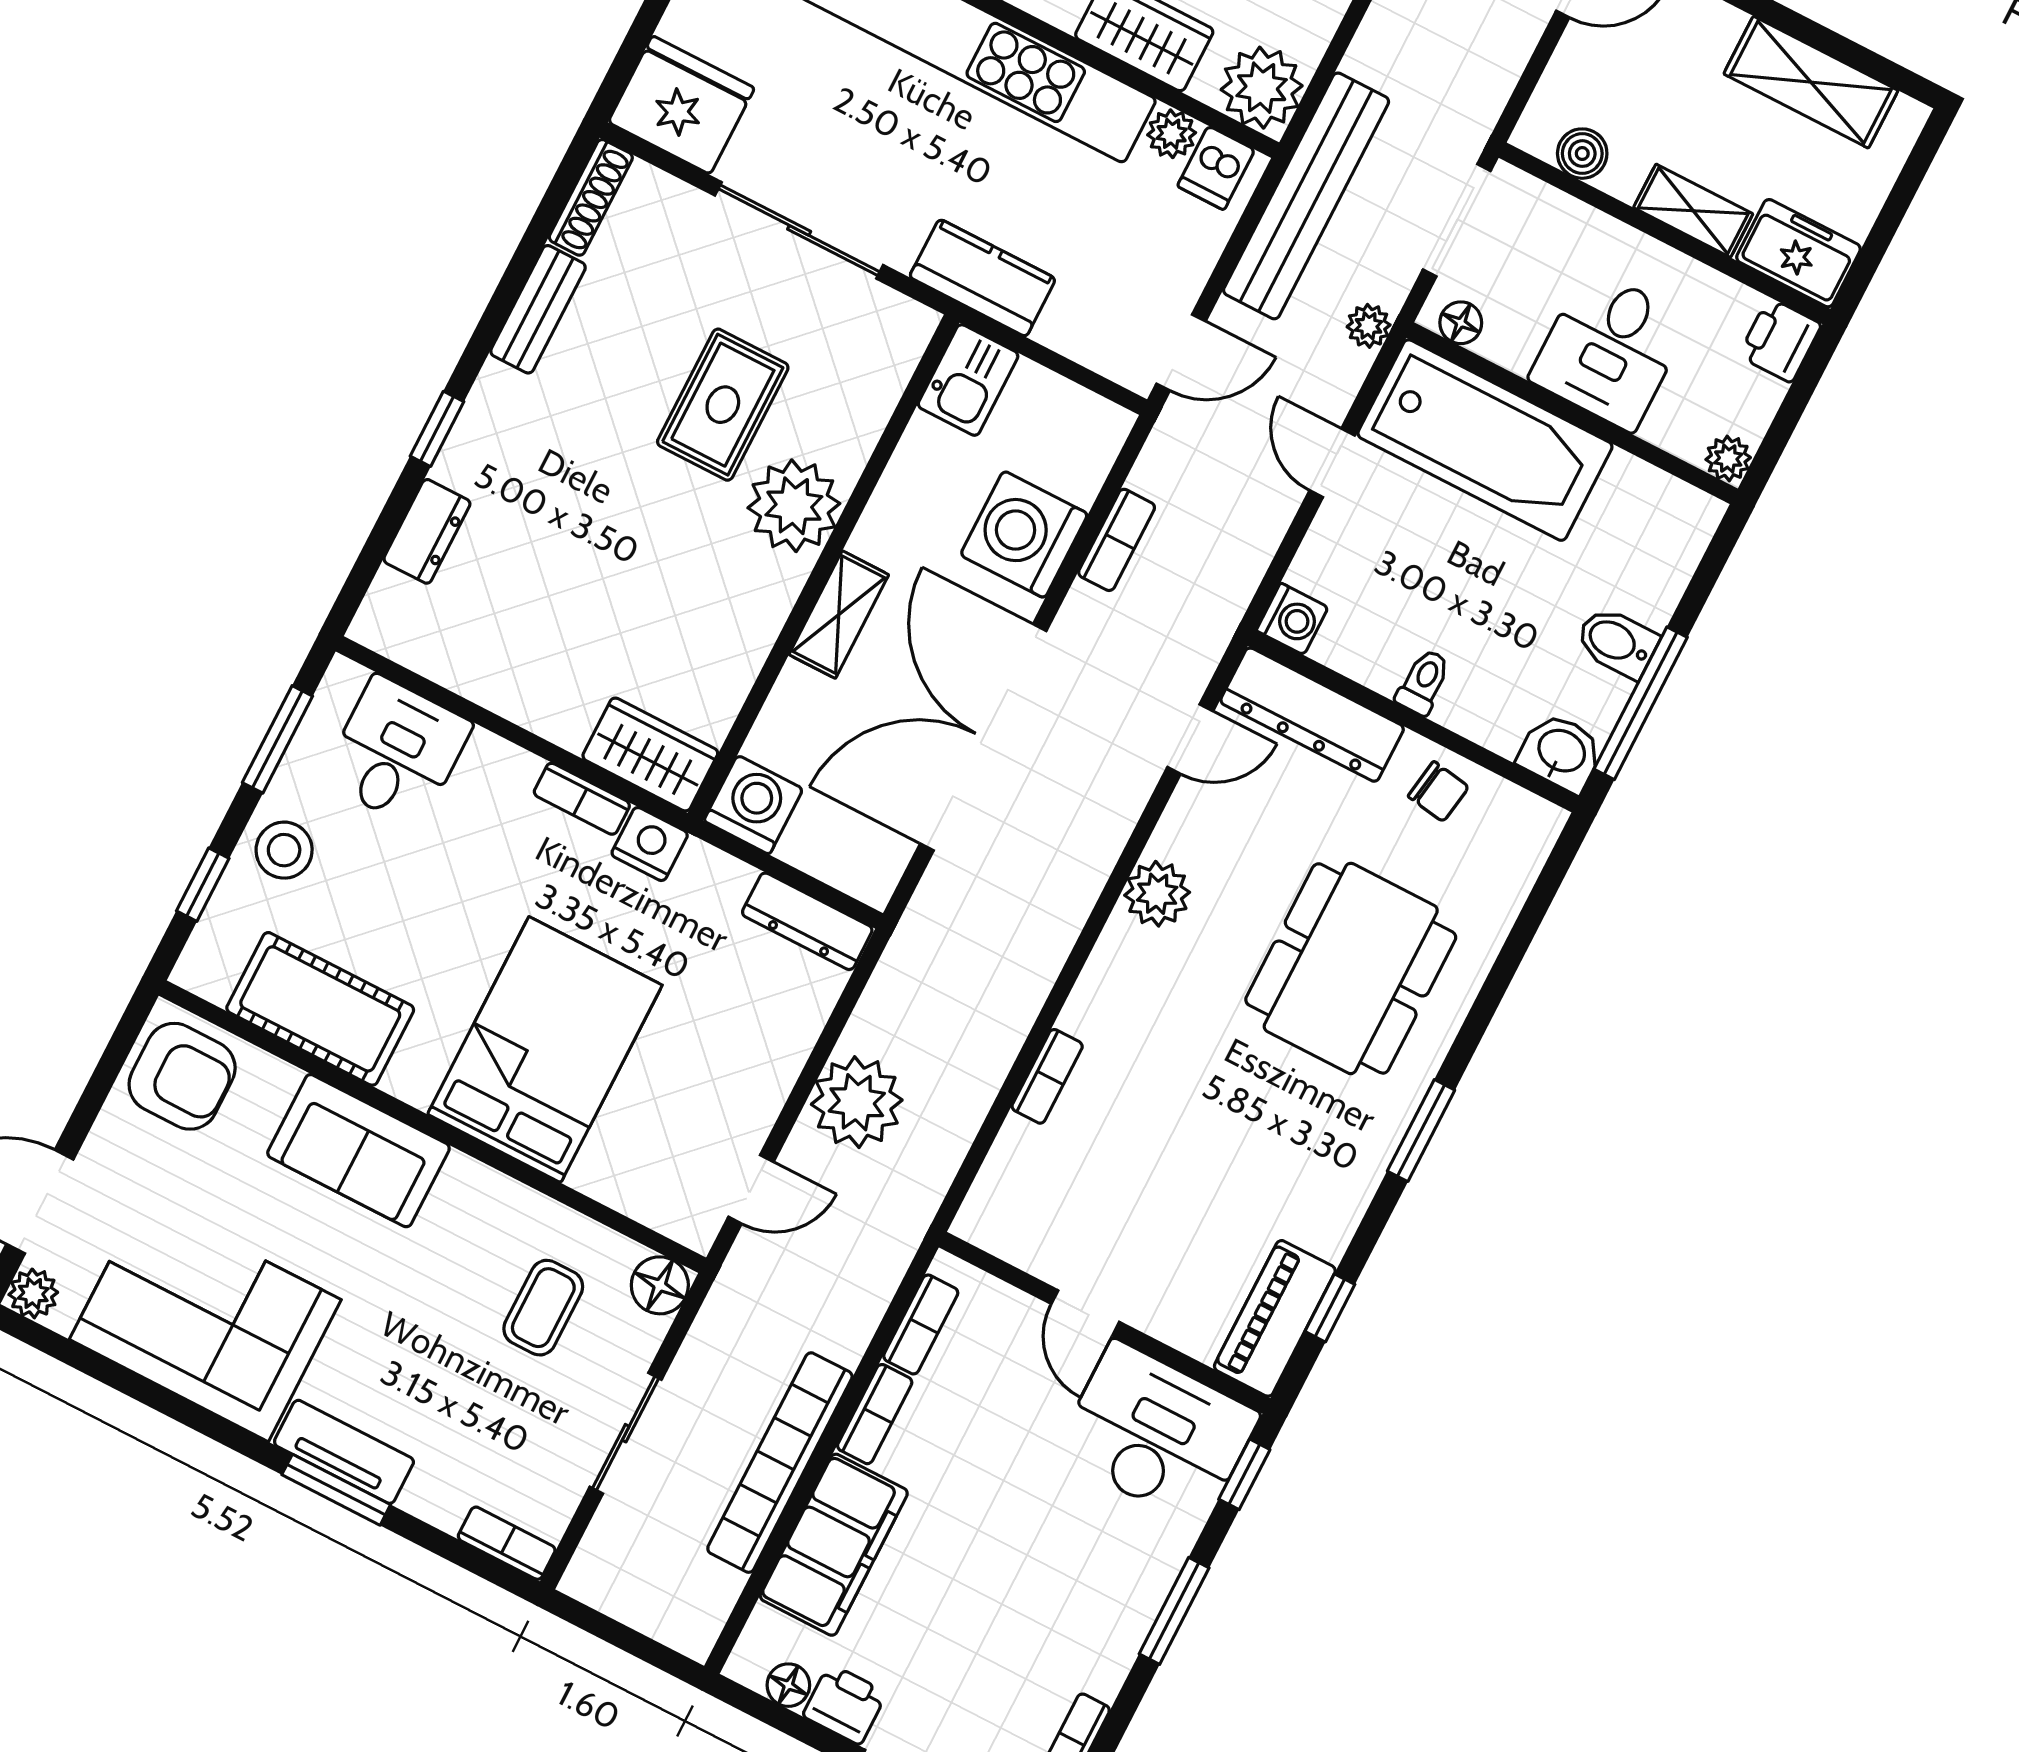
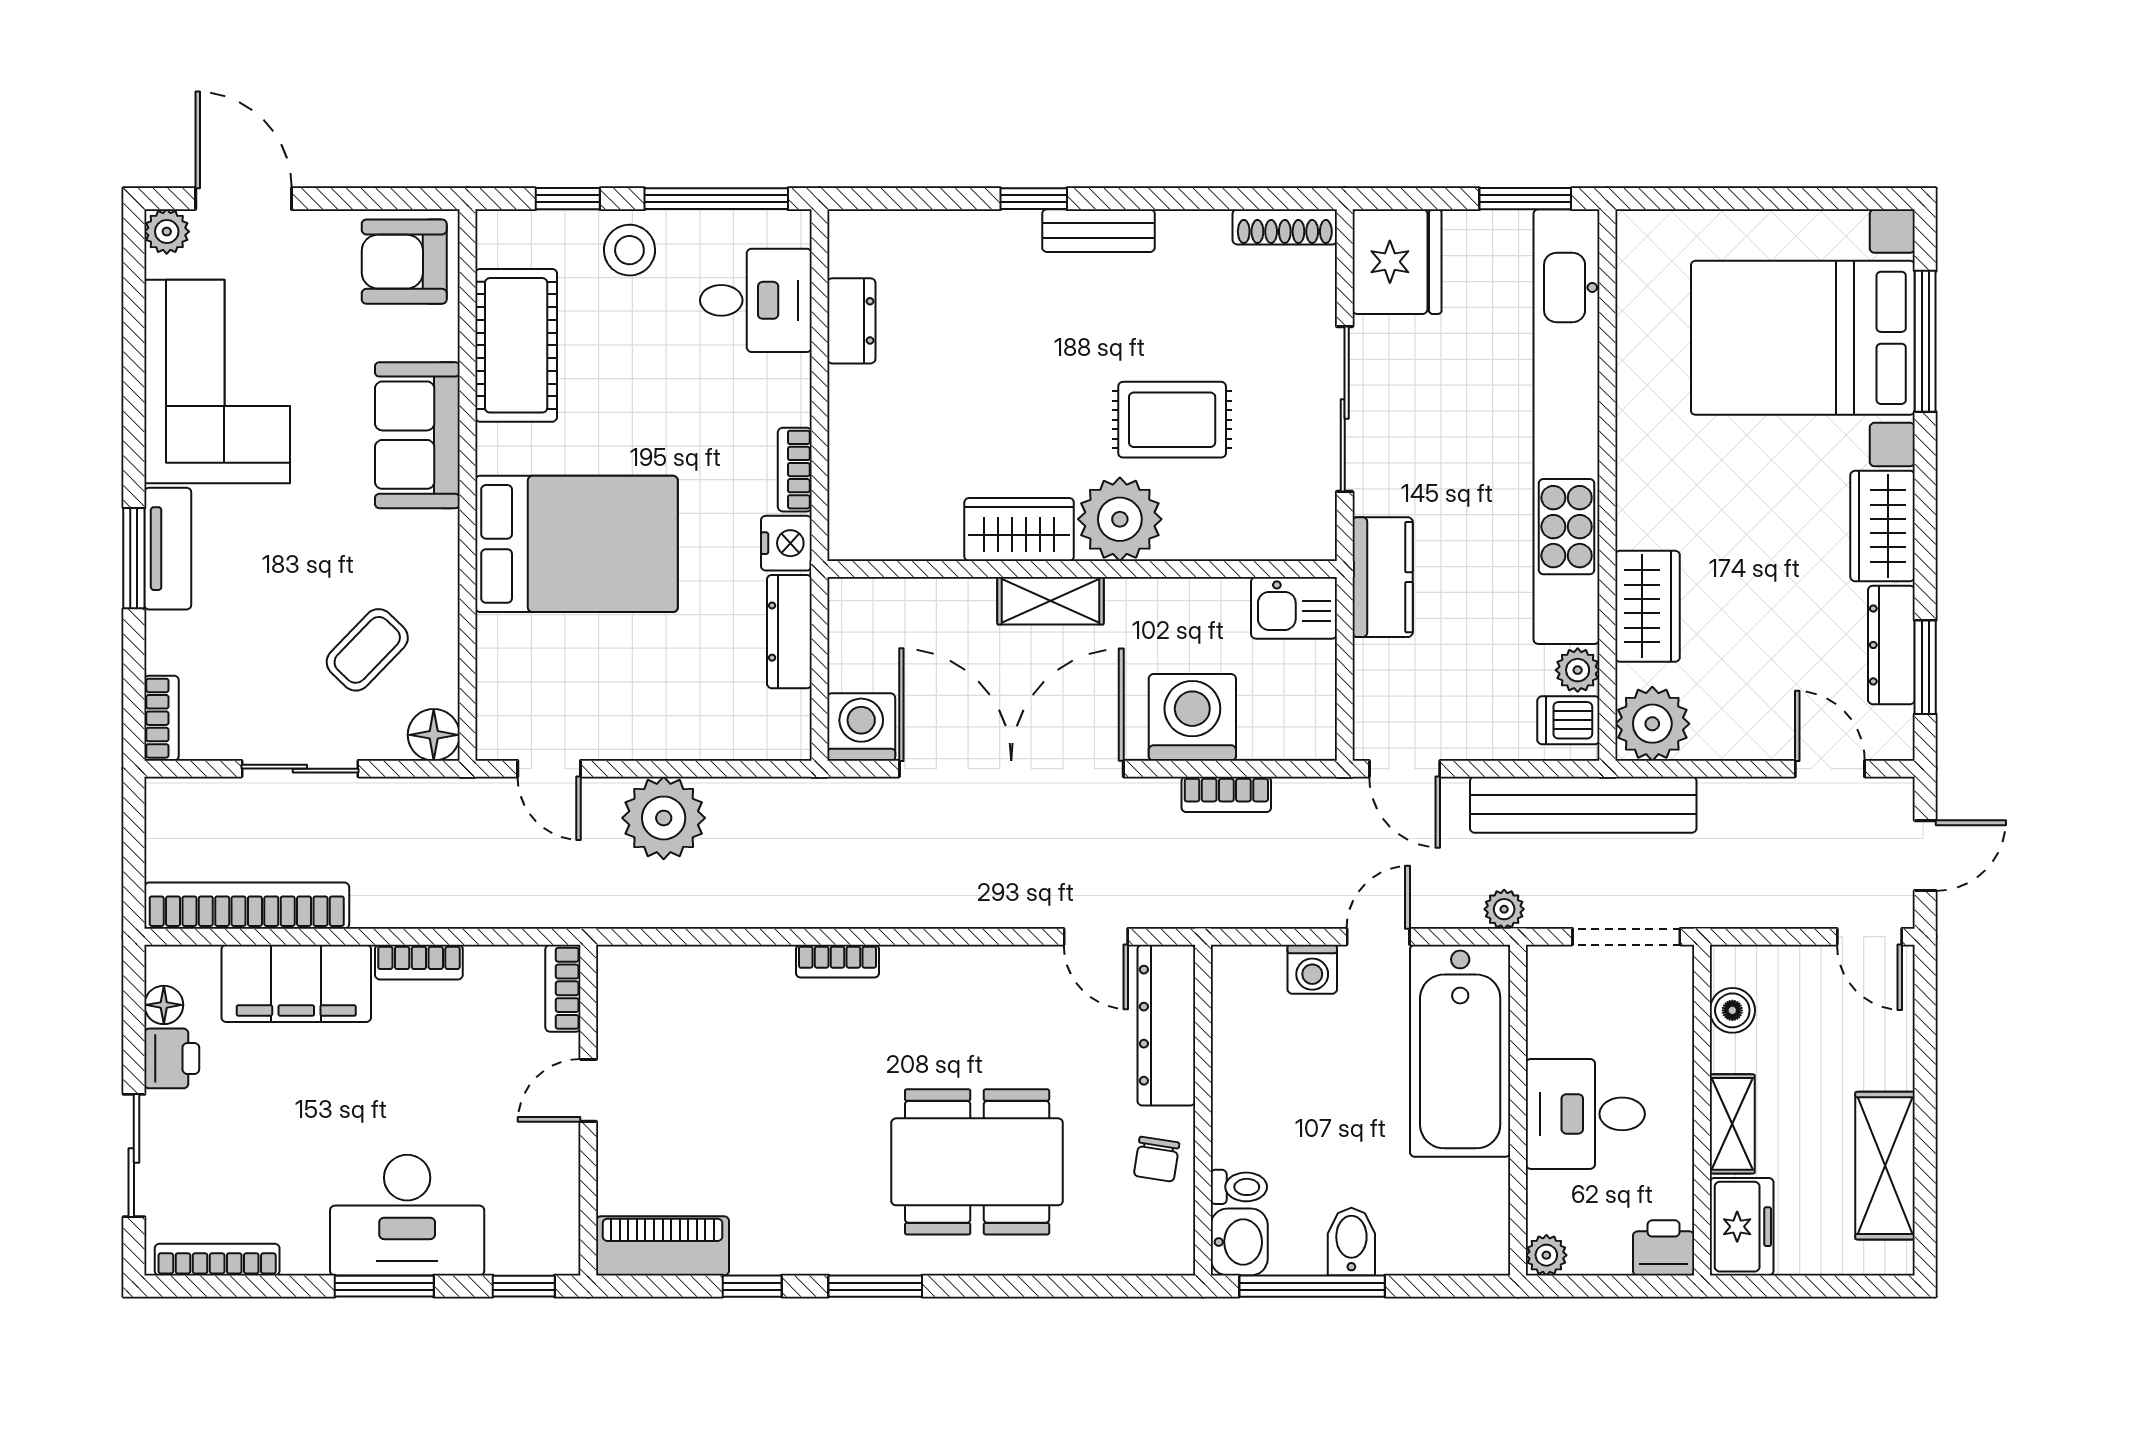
bench: (538, 309) -> (1098, 231), moved
floor lamp: (1461, 323) -> (1545, 983), removed
dresser: (427, 531) -> (851, 321), moved, turned -90
washing machine: (1292, 619) -> (1312, 969), moved
toilet: (1423, 682) -> (1239, 1187), moved
window: (277, 739) -> (716, 199), width x1.44
wardrobe: (650, 755) -> (1019, 529), moved, turned -90
washing machine: (753, 805) -> (861, 727), moved, turned -90
plant: (1157, 894) -> (957, 974), removed
dresser: (807, 921) -> (789, 632), moved
armchair: (182, 1076) -> (404, 262), turned 90
bookcase: (1047, 1076) -> (837, 961), moved
coffee table: (543, 1308) -> (367, 650), turned -46
window: (1330, 1308) -> (752, 1286), moved
bookcase: (921, 1324) -> (563, 988), moved, turned 90
desk: (1157, 1434) -> (407, 1215), moved, turned 90
bookcase: (780, 1463) -> (247, 906), moved

